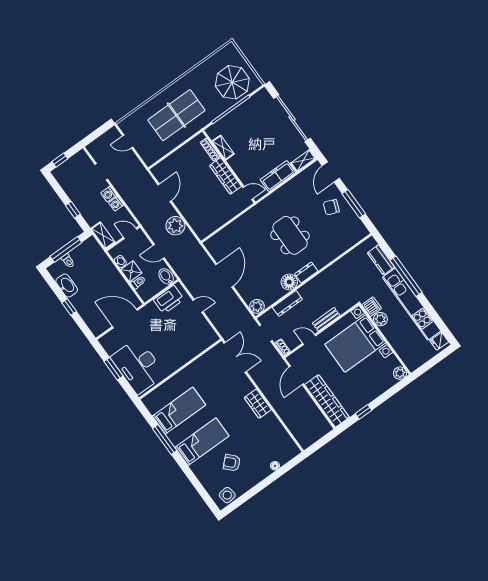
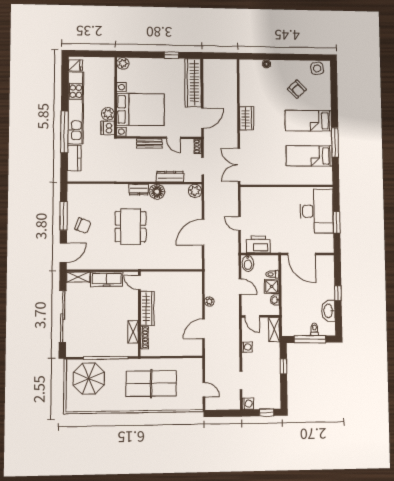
washing machine: (109, 194) -> (248, 404), moved
plant: (175, 226) -> (209, 302), width x0.53, depth x0.53

